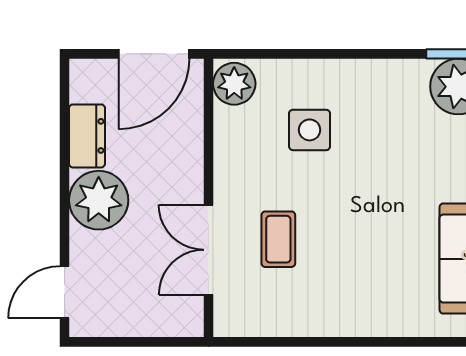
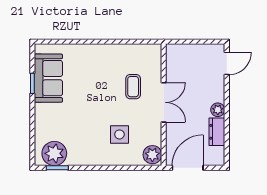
plant: (99, 200) -> (218, 110), width x0.53, depth x0.53
double door: (209, 250) -> (164, 102), moved

